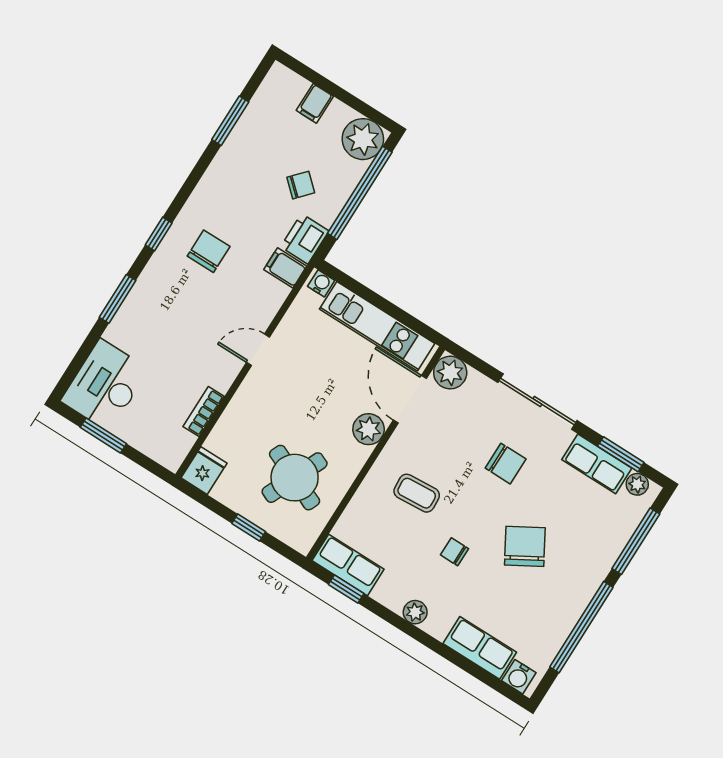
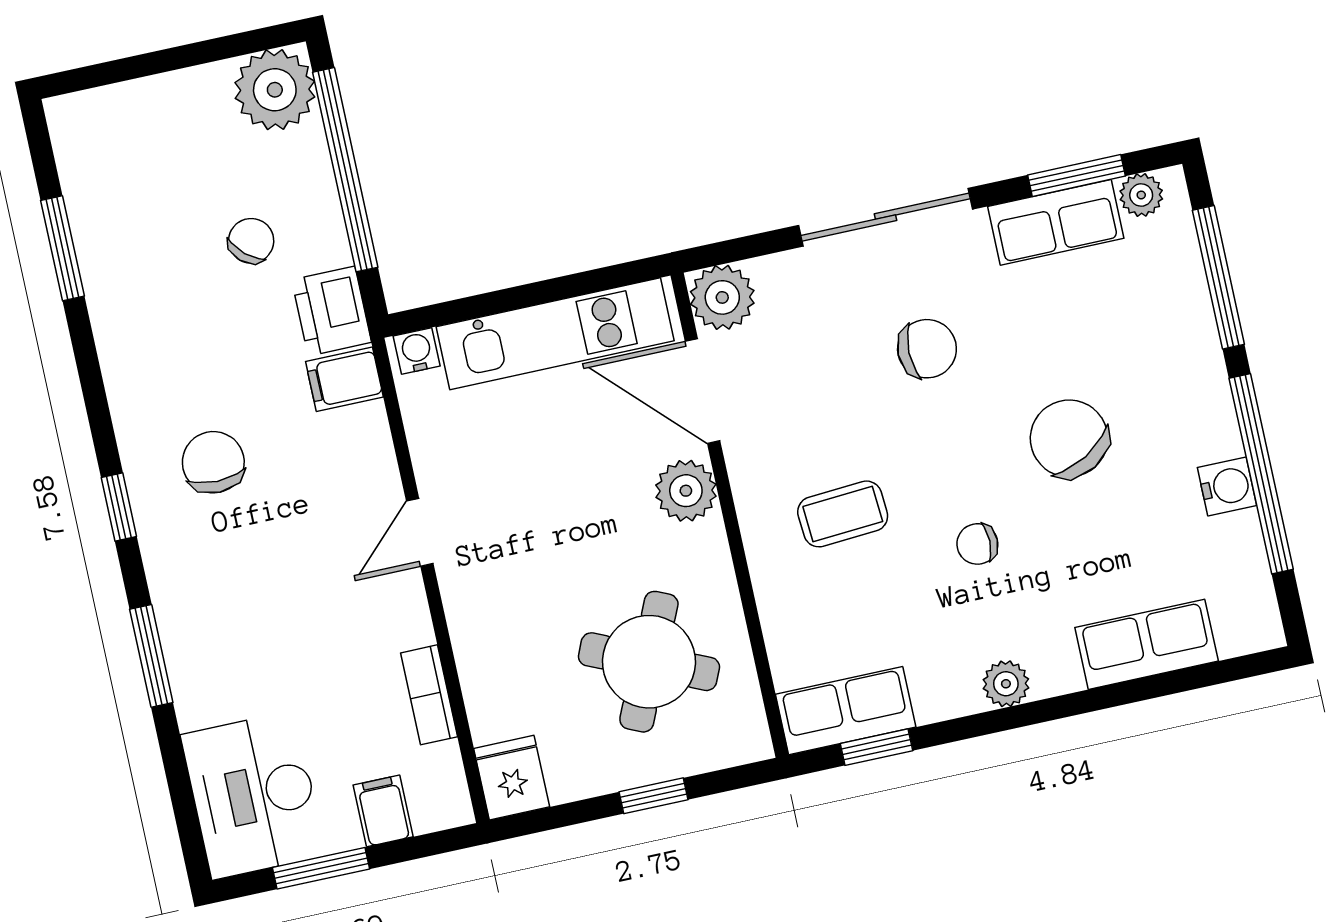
filing cabinet: (315, 103) -> (383, 811), moved, turned 180
water cooler: (519, 677) -> (1227, 487), moved, turned -90

